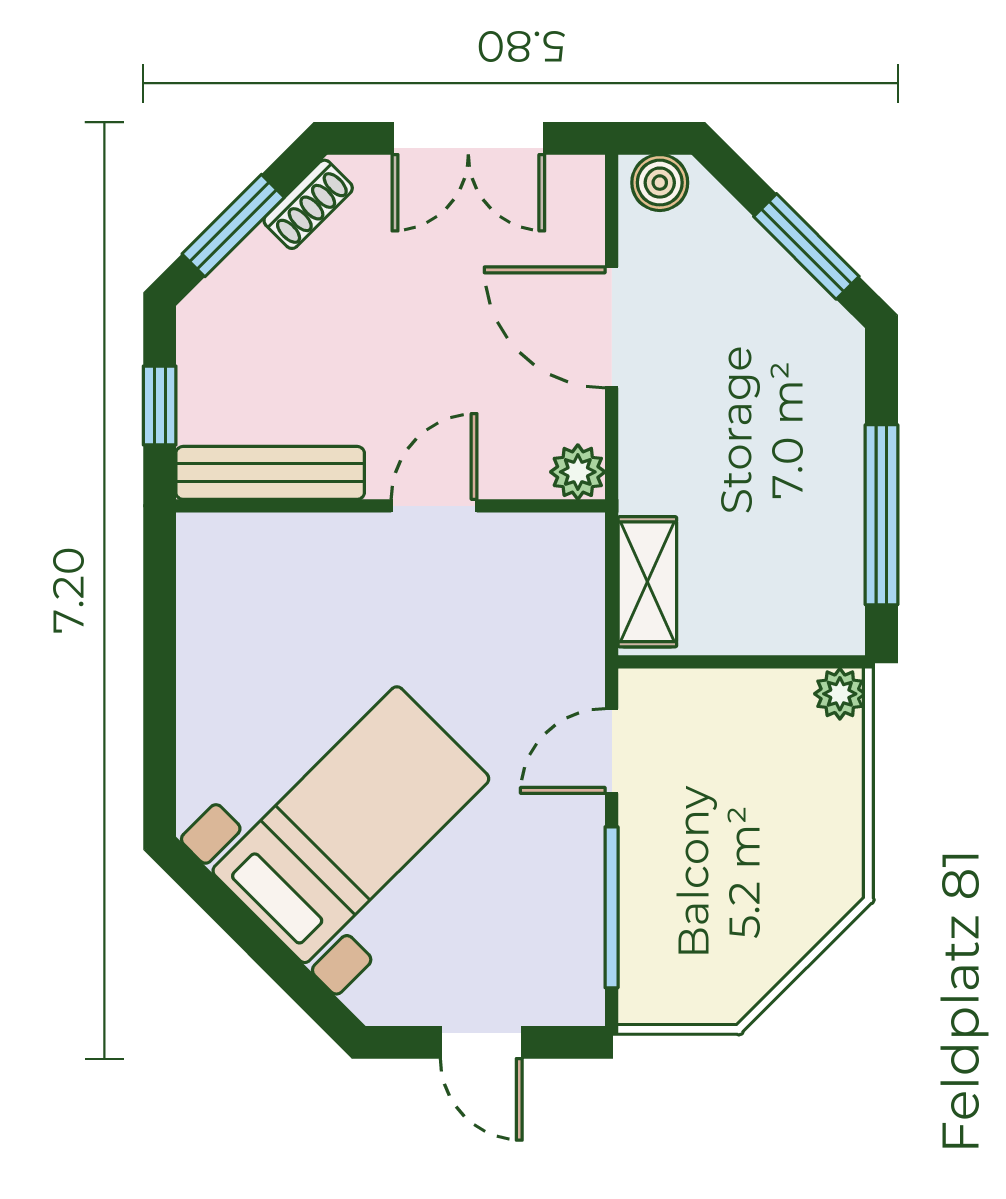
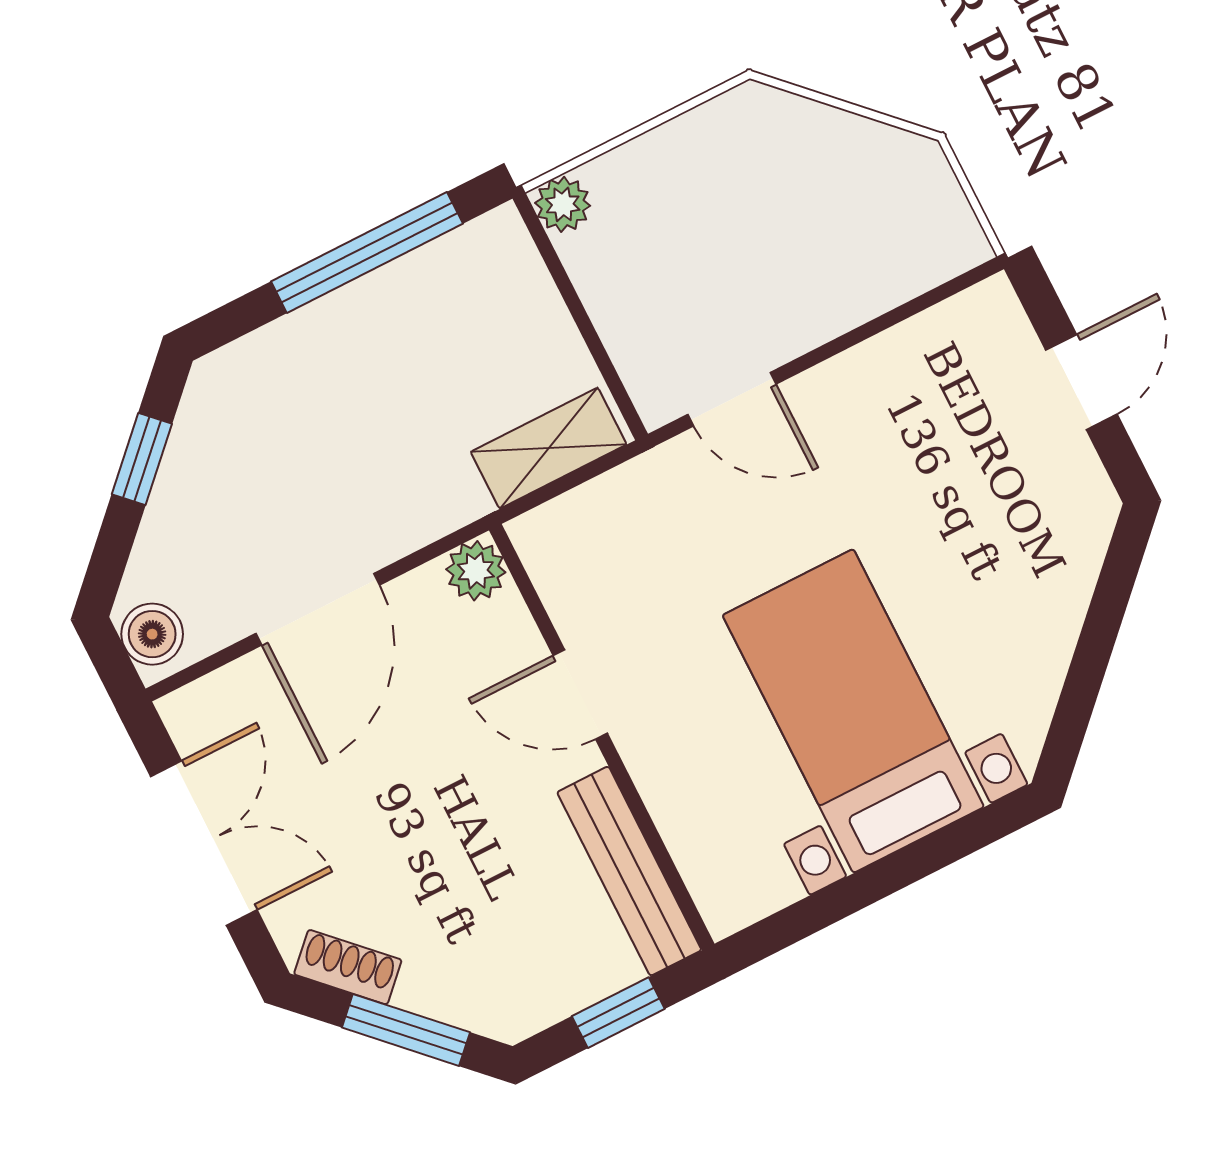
window: (806, 246) -> (142, 459), width x0.67
bed with nightstands: (351, 825) -> (853, 711), moved, turned 45
window: (612, 907) -> (885, 322), removed

